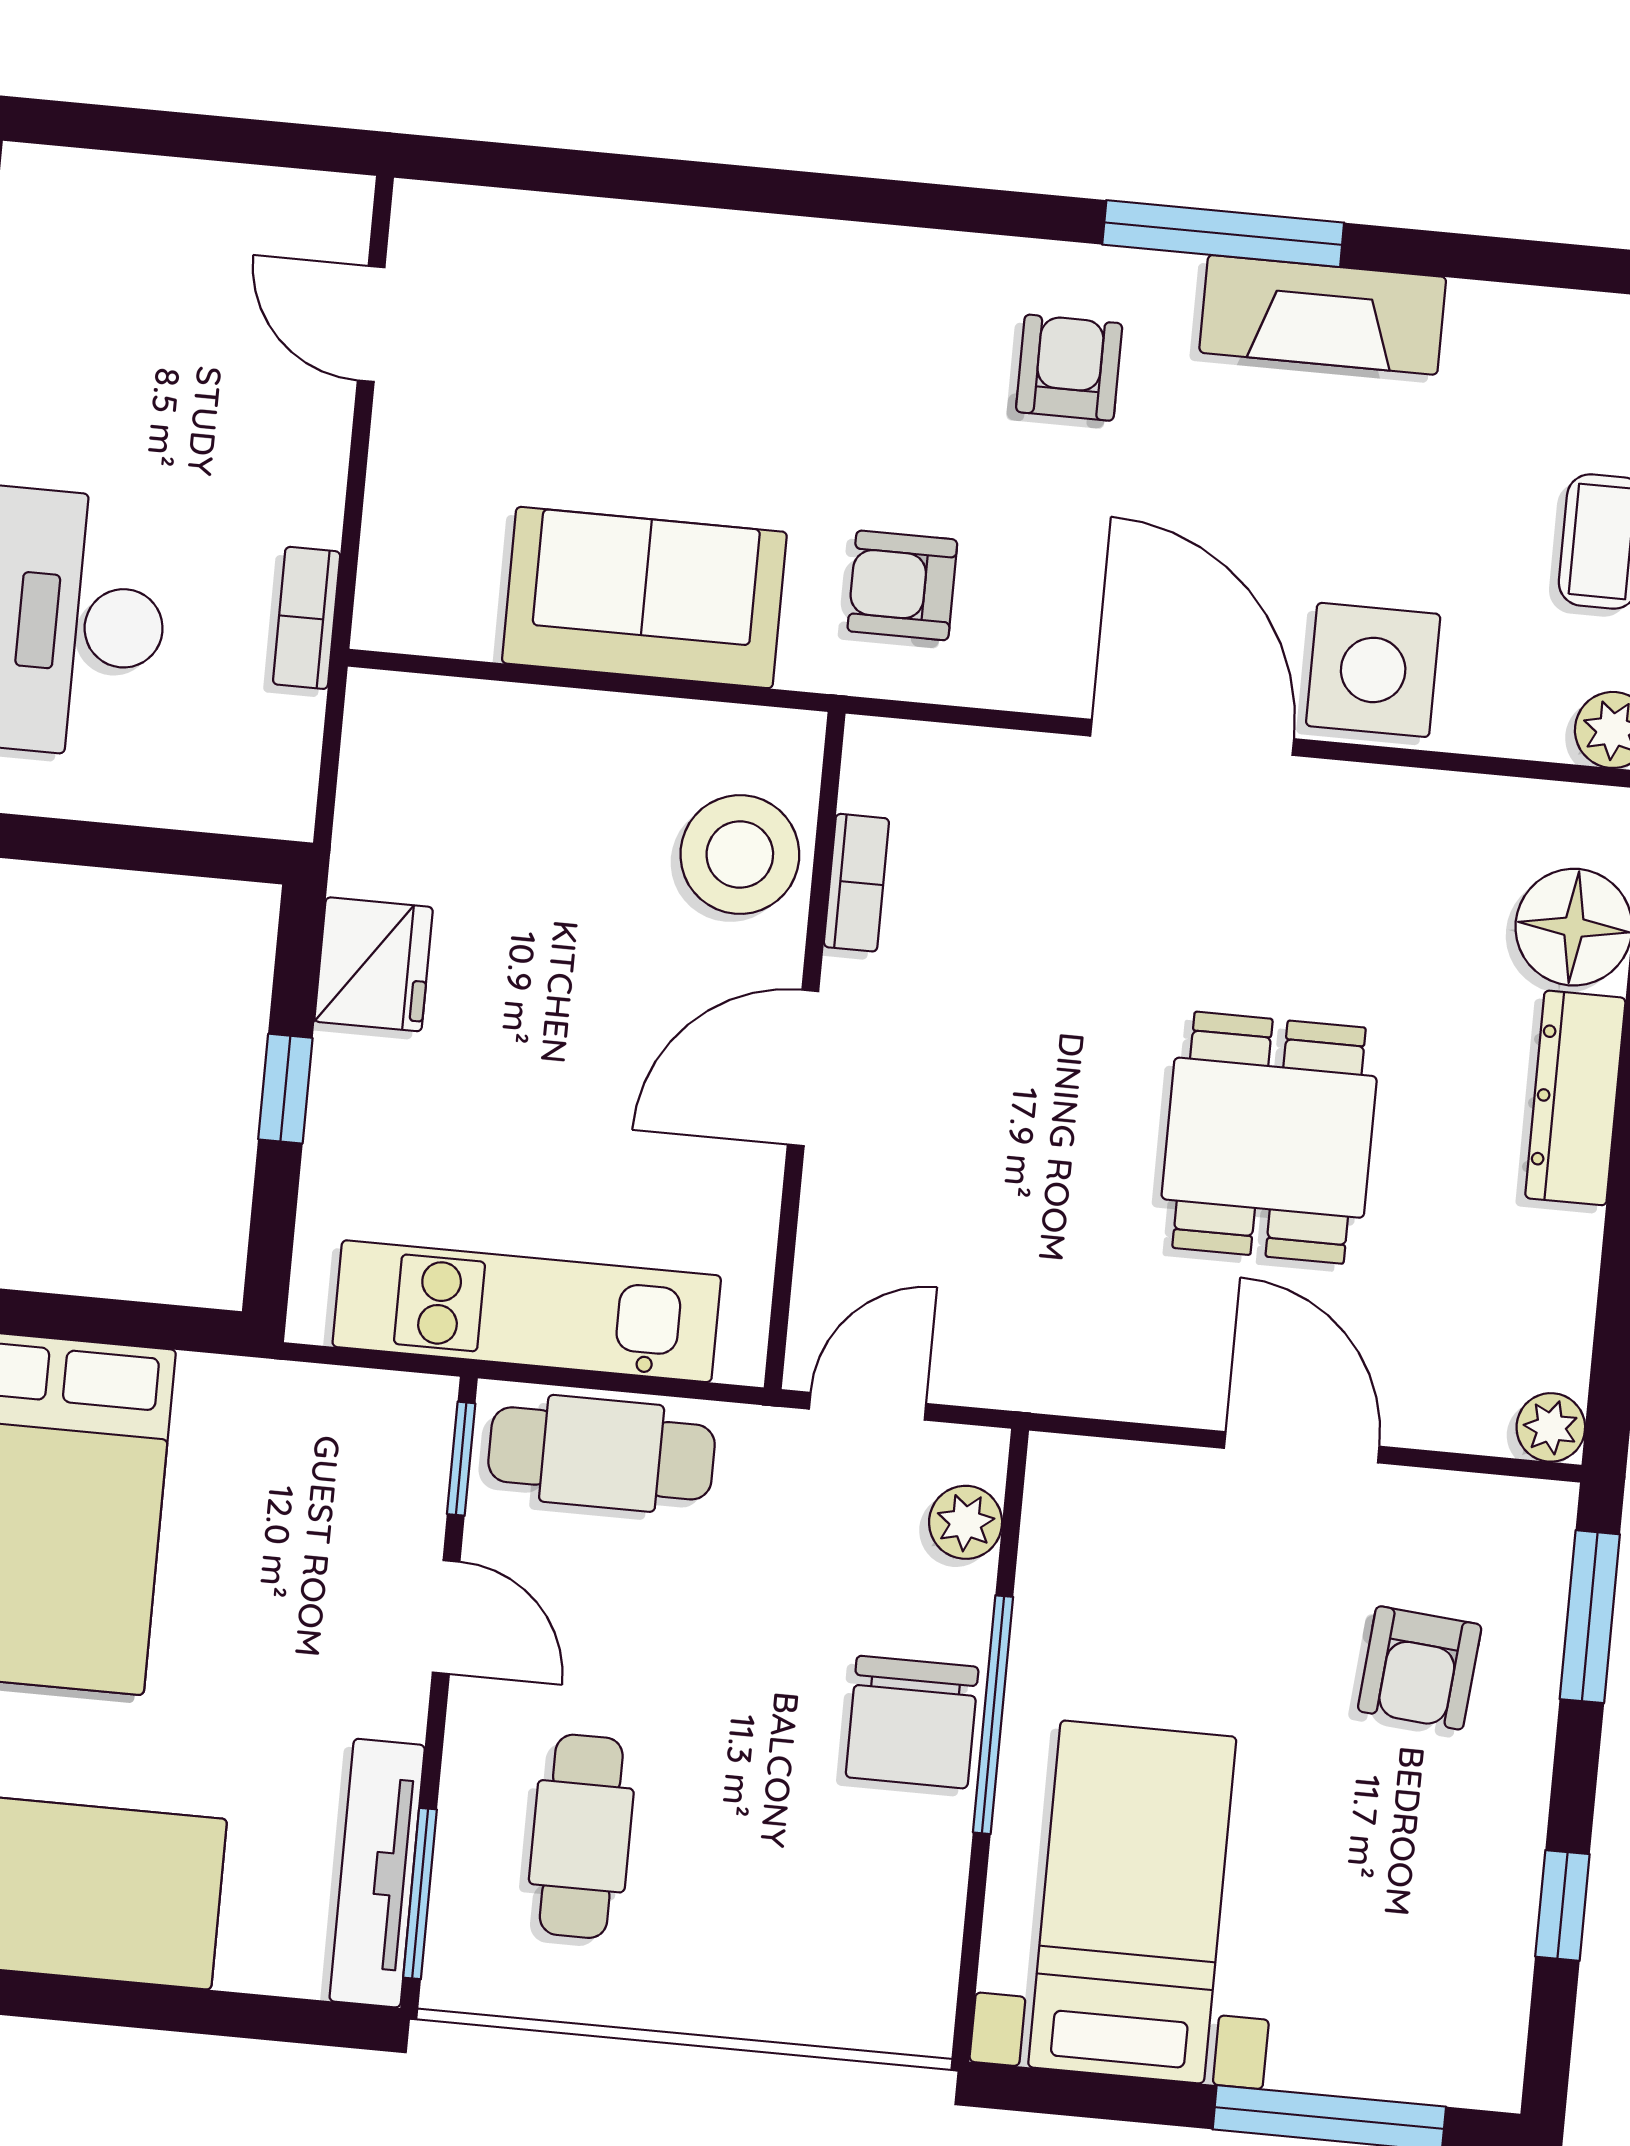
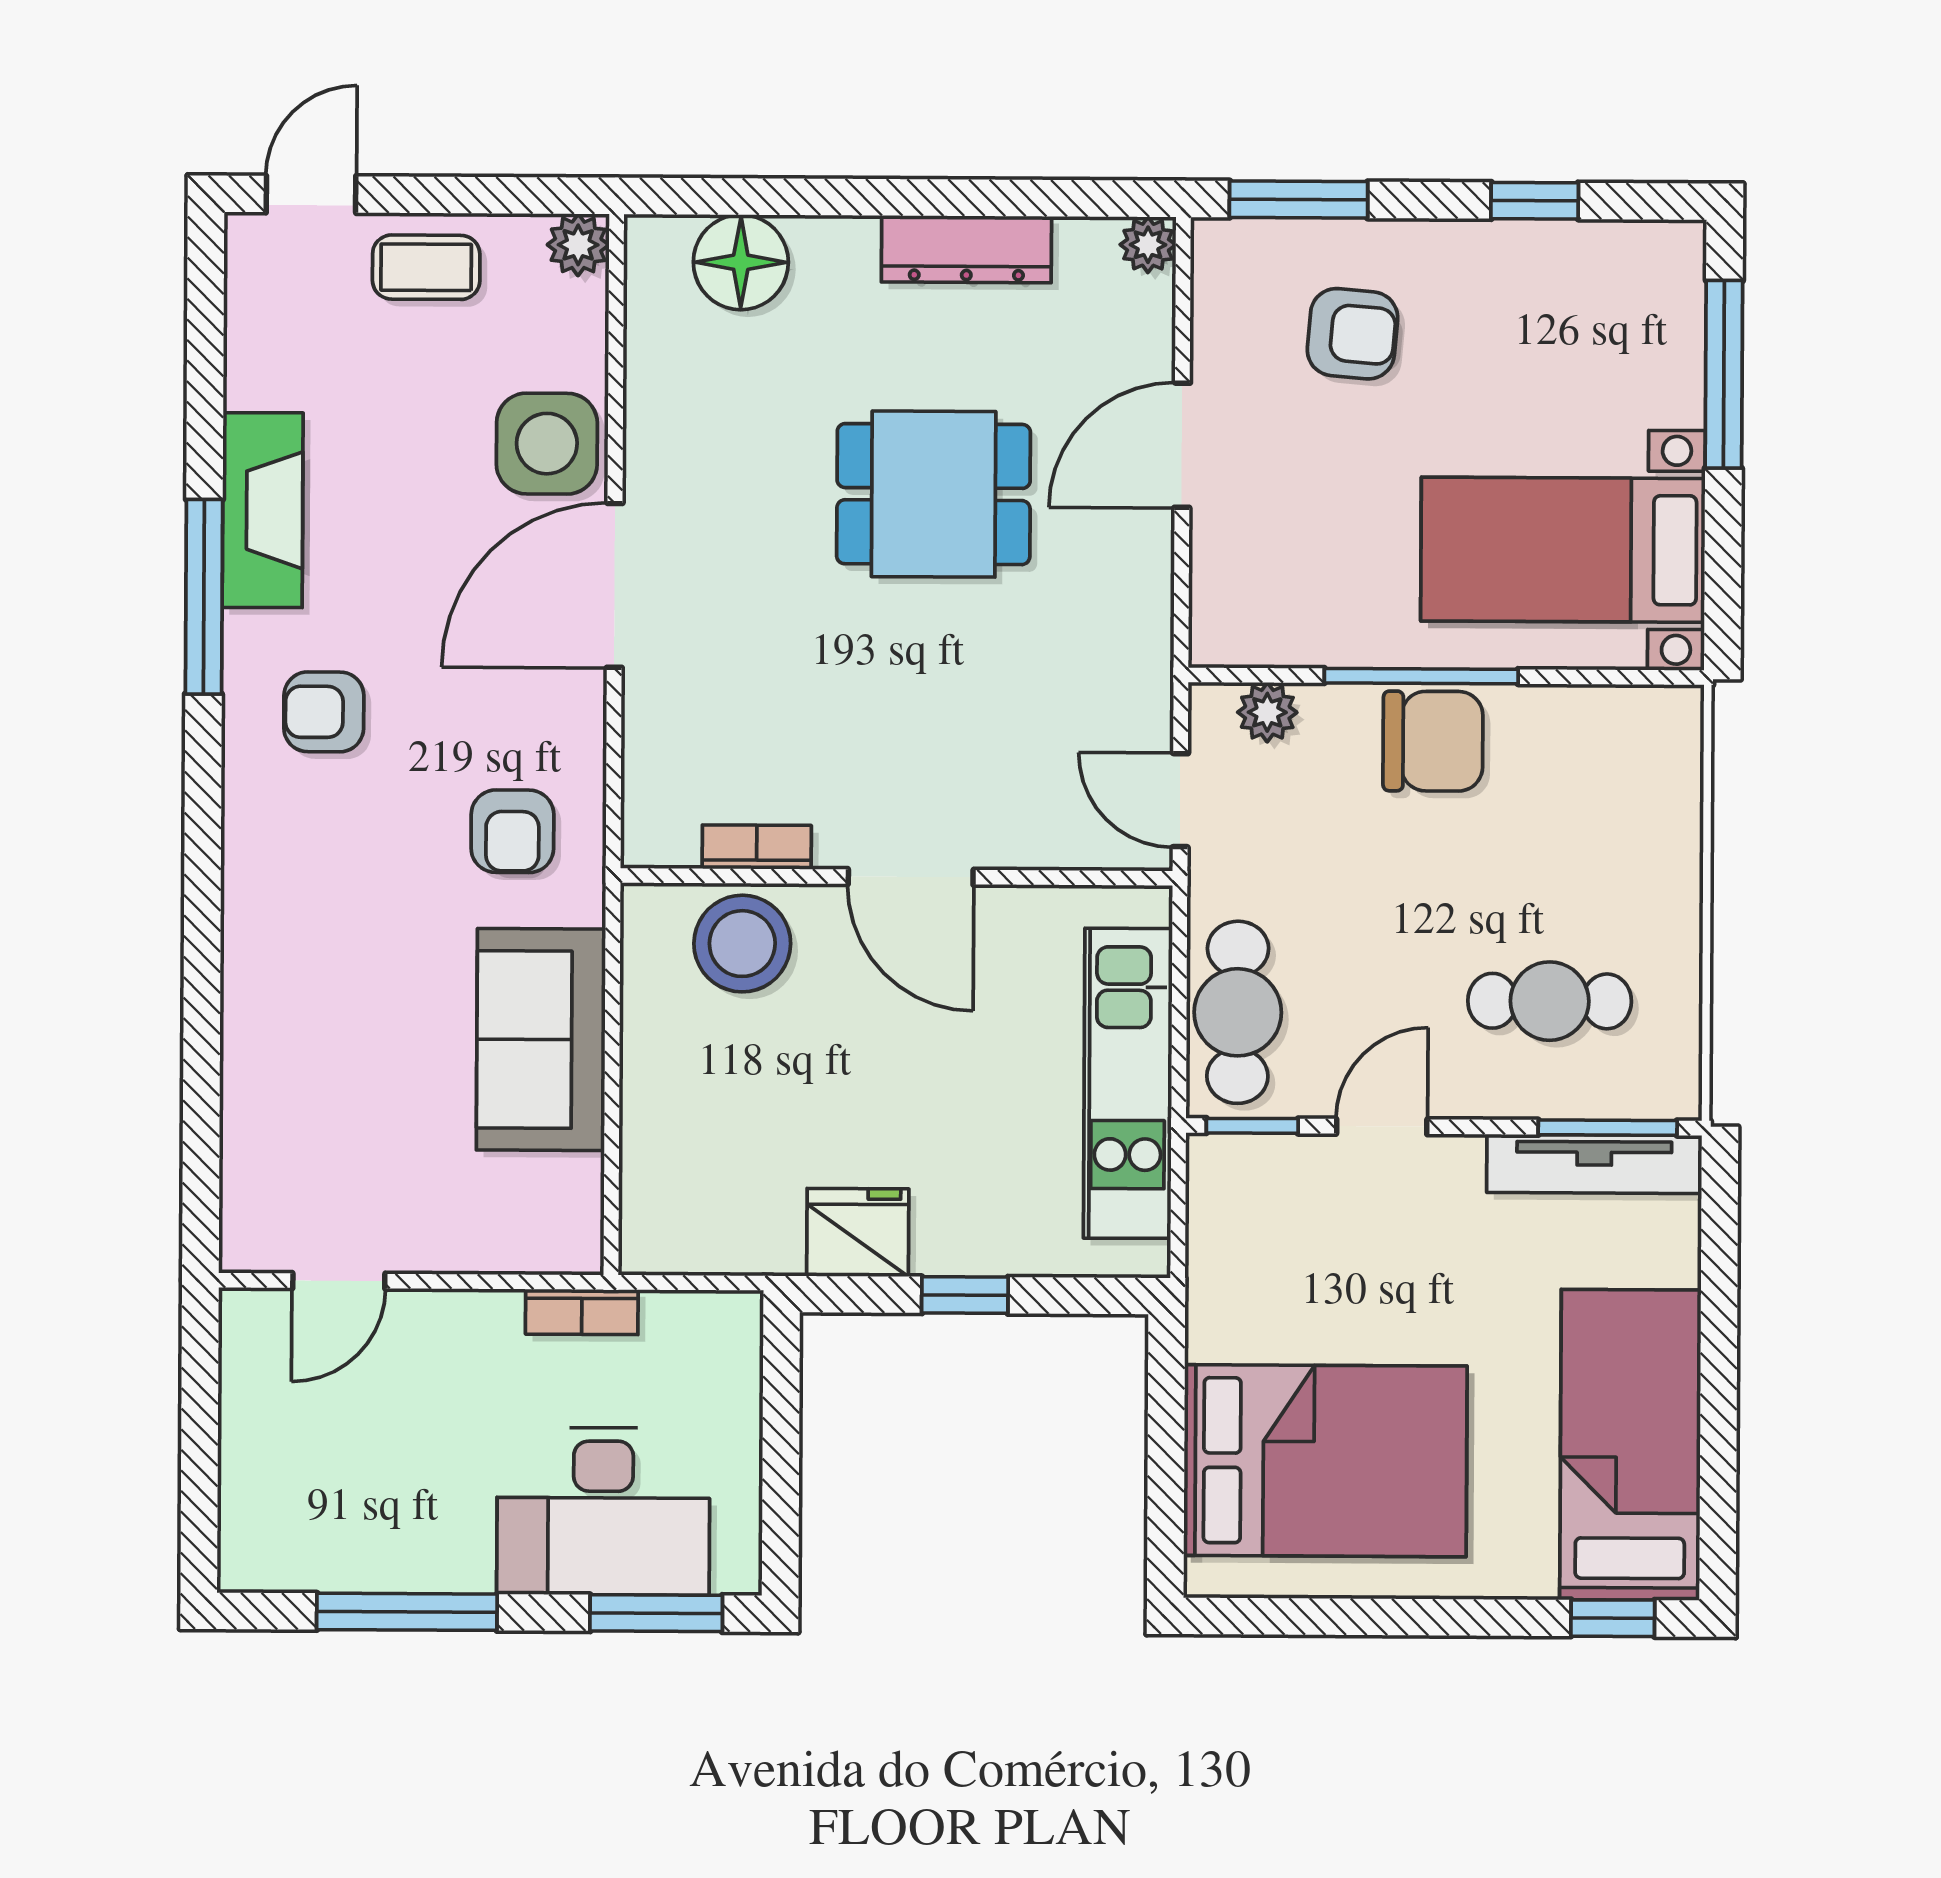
dresser: (1575, 1098) -> (966, 249), moved

